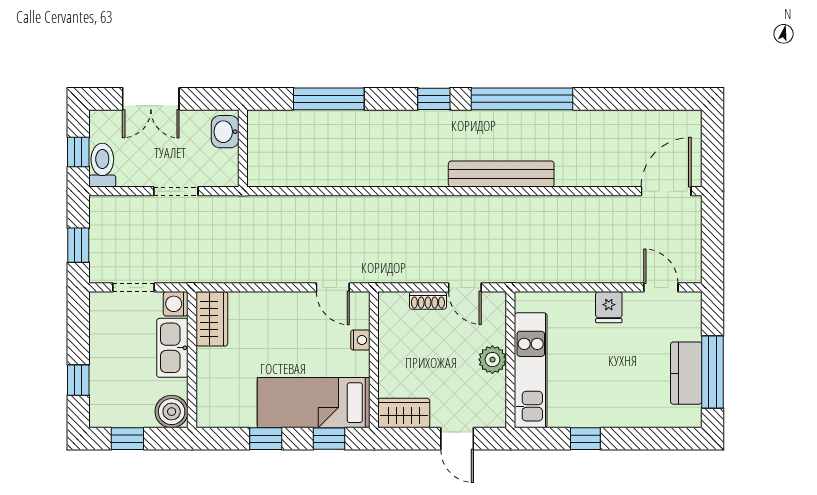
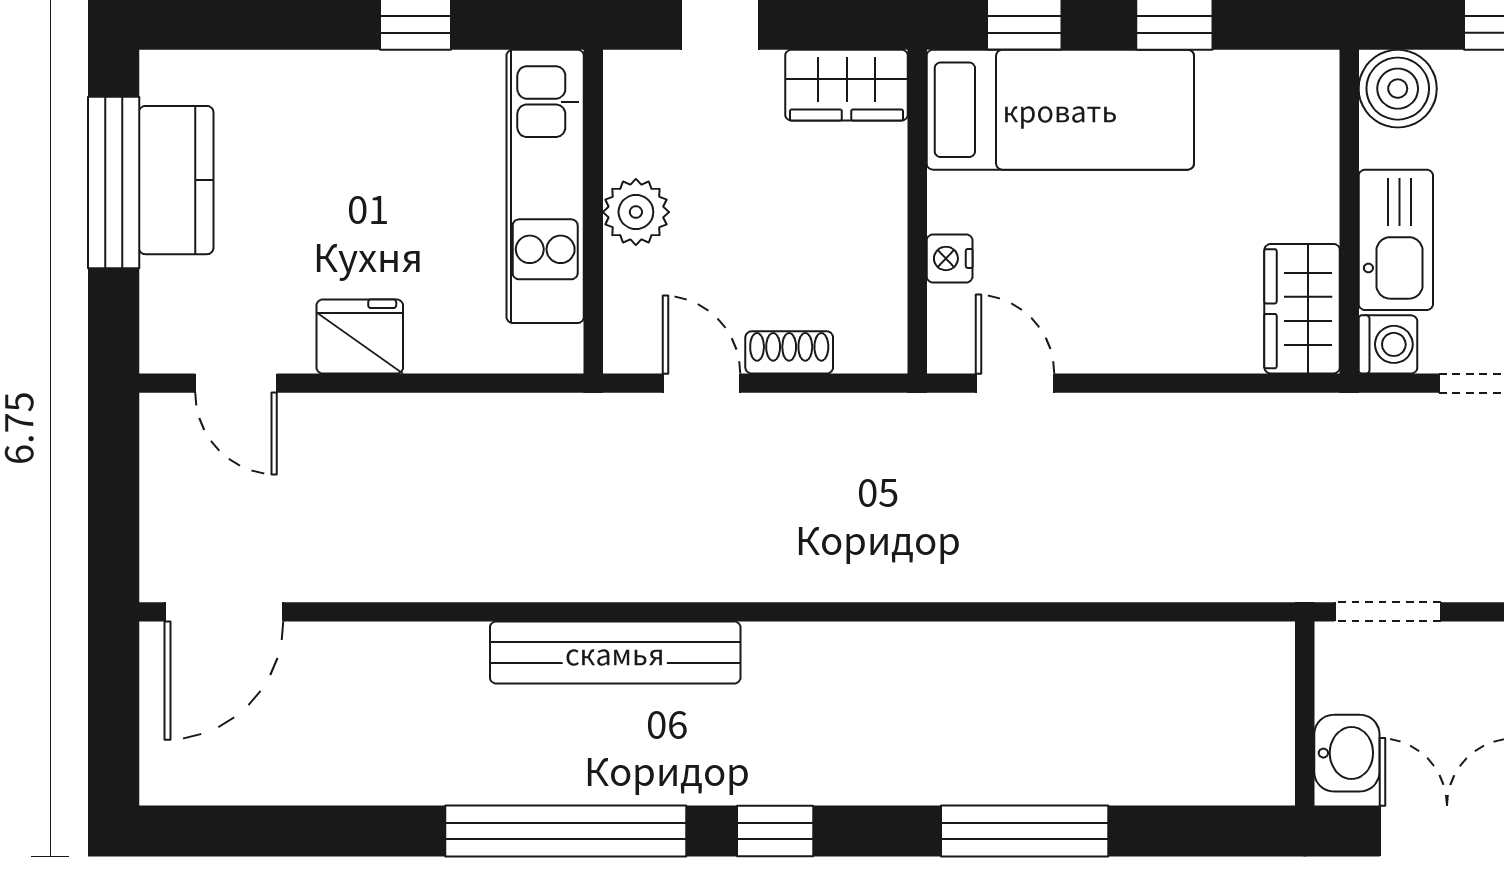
washbasin: (225, 132) -> (1347, 753), moved
wall: (243, 148) -> (1305, 714), moved
fridge: (609, 307) -> (360, 336), width x1.38

